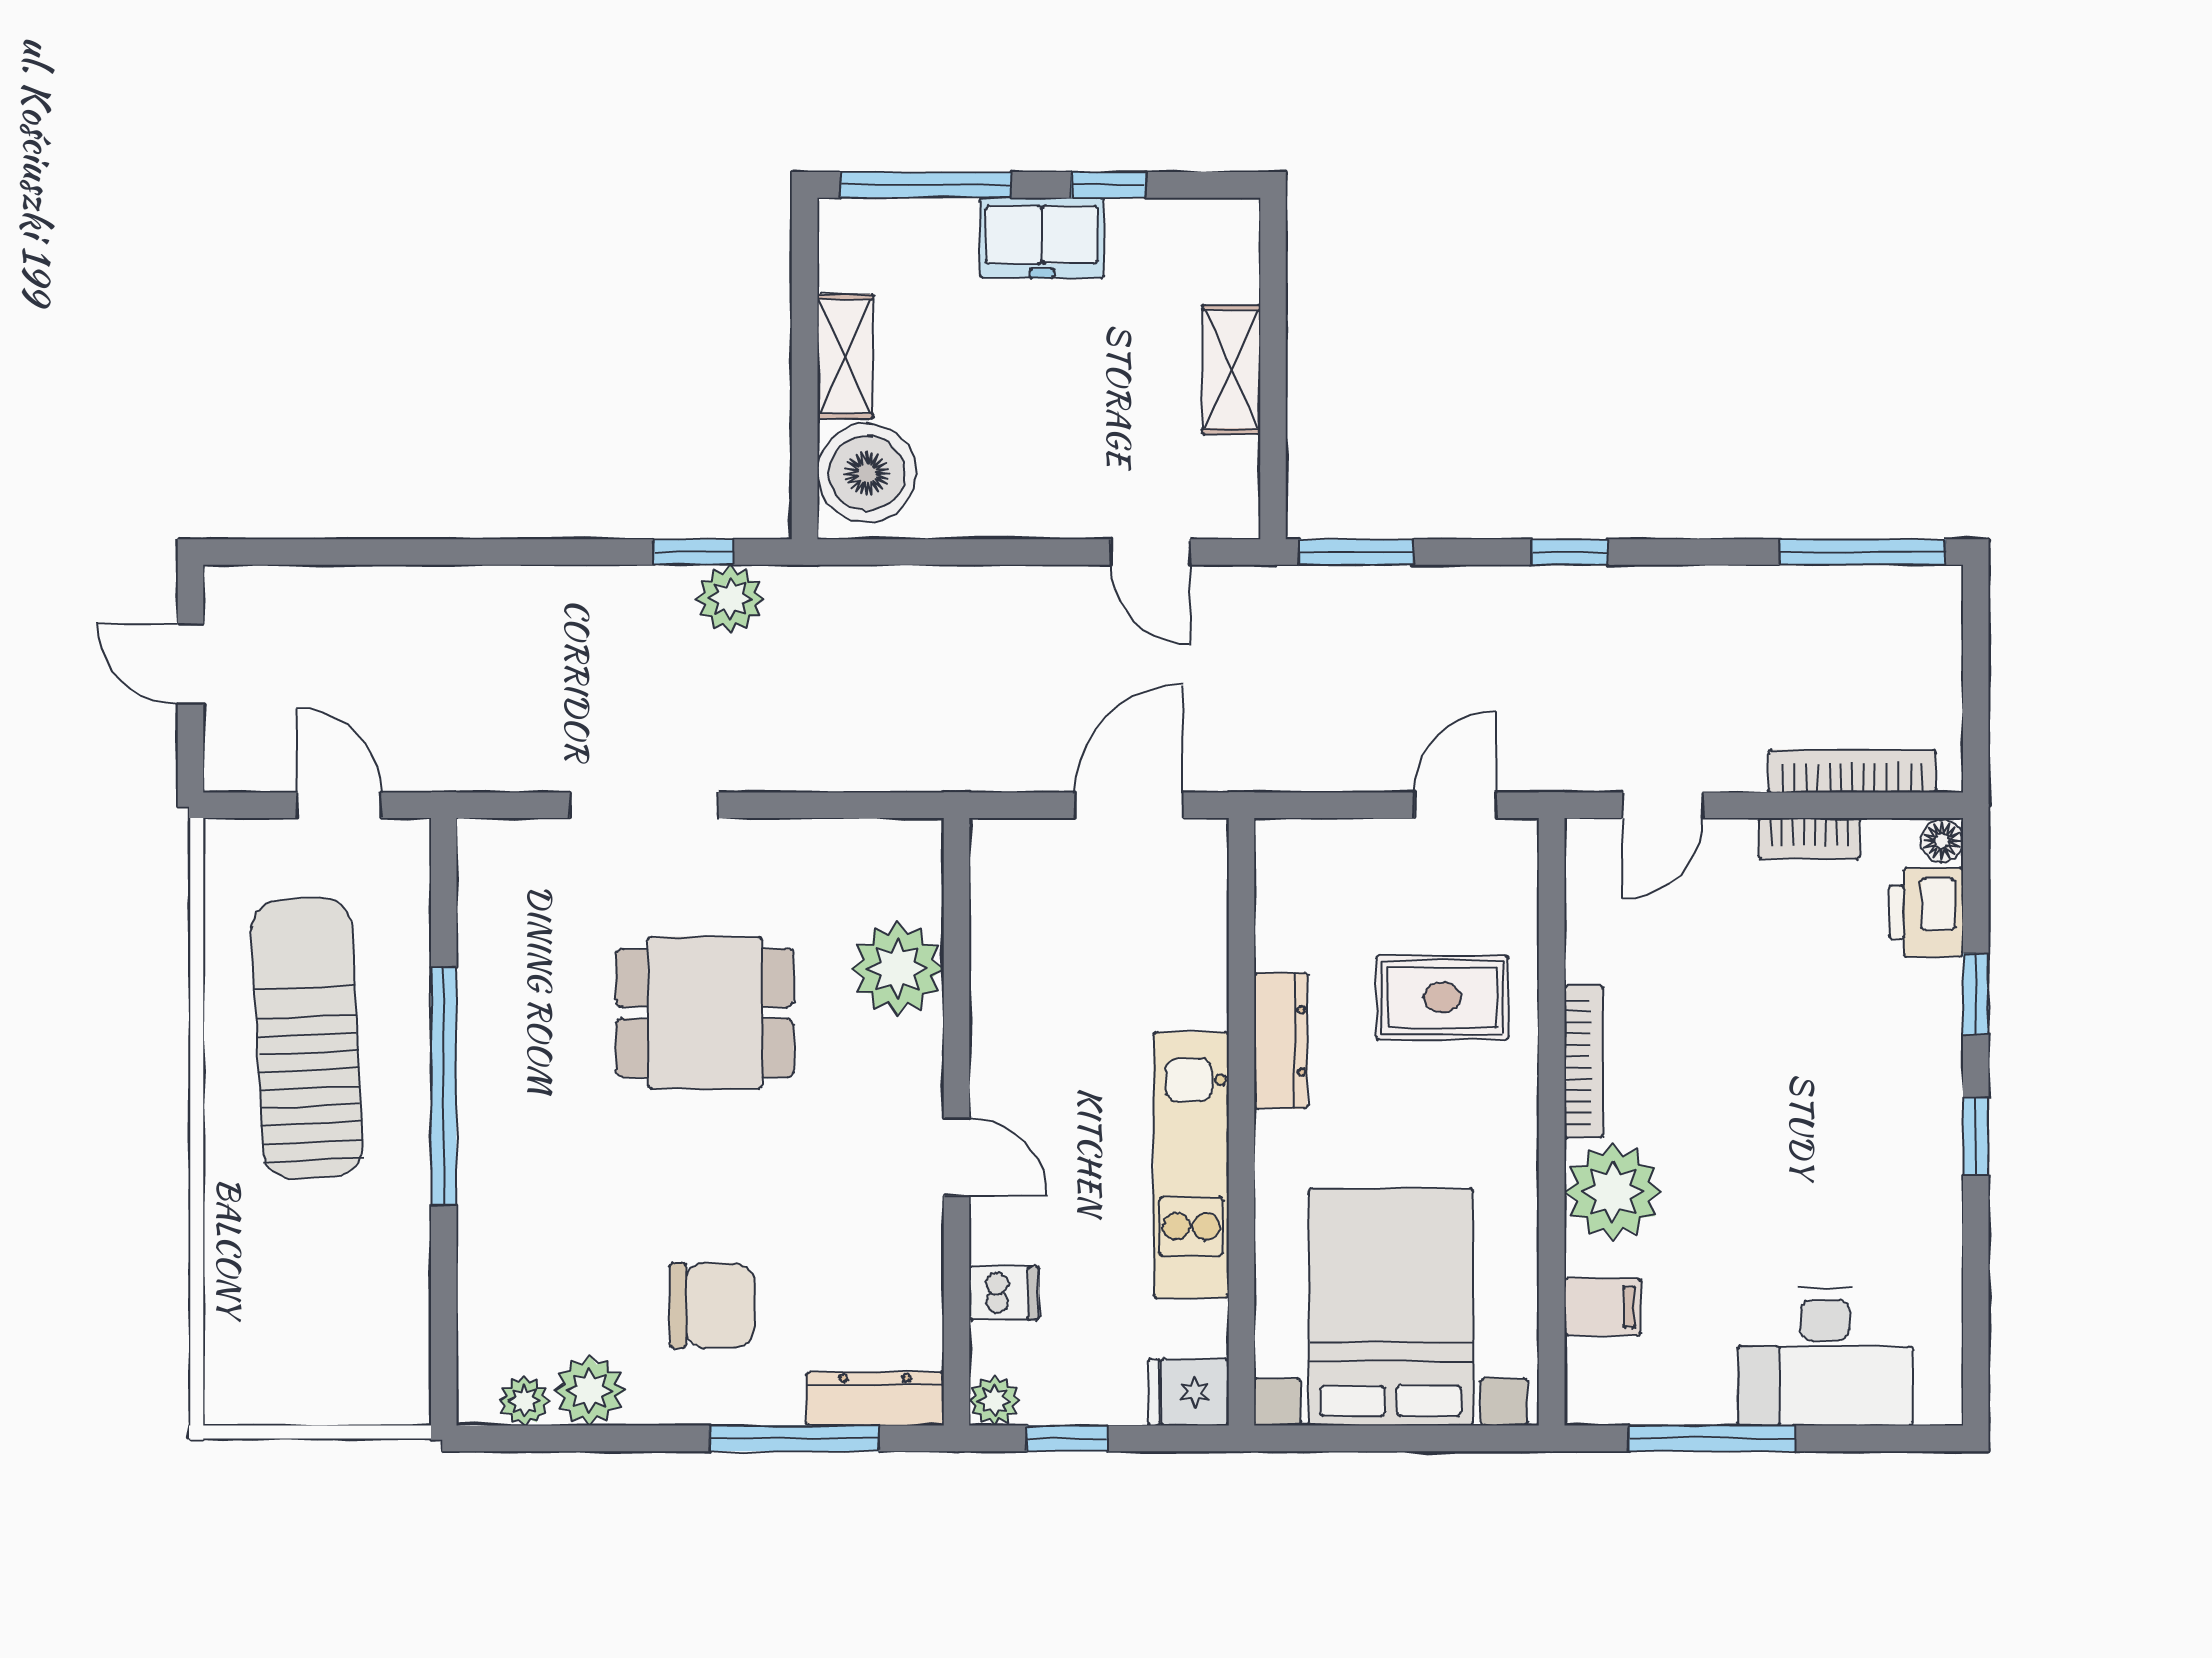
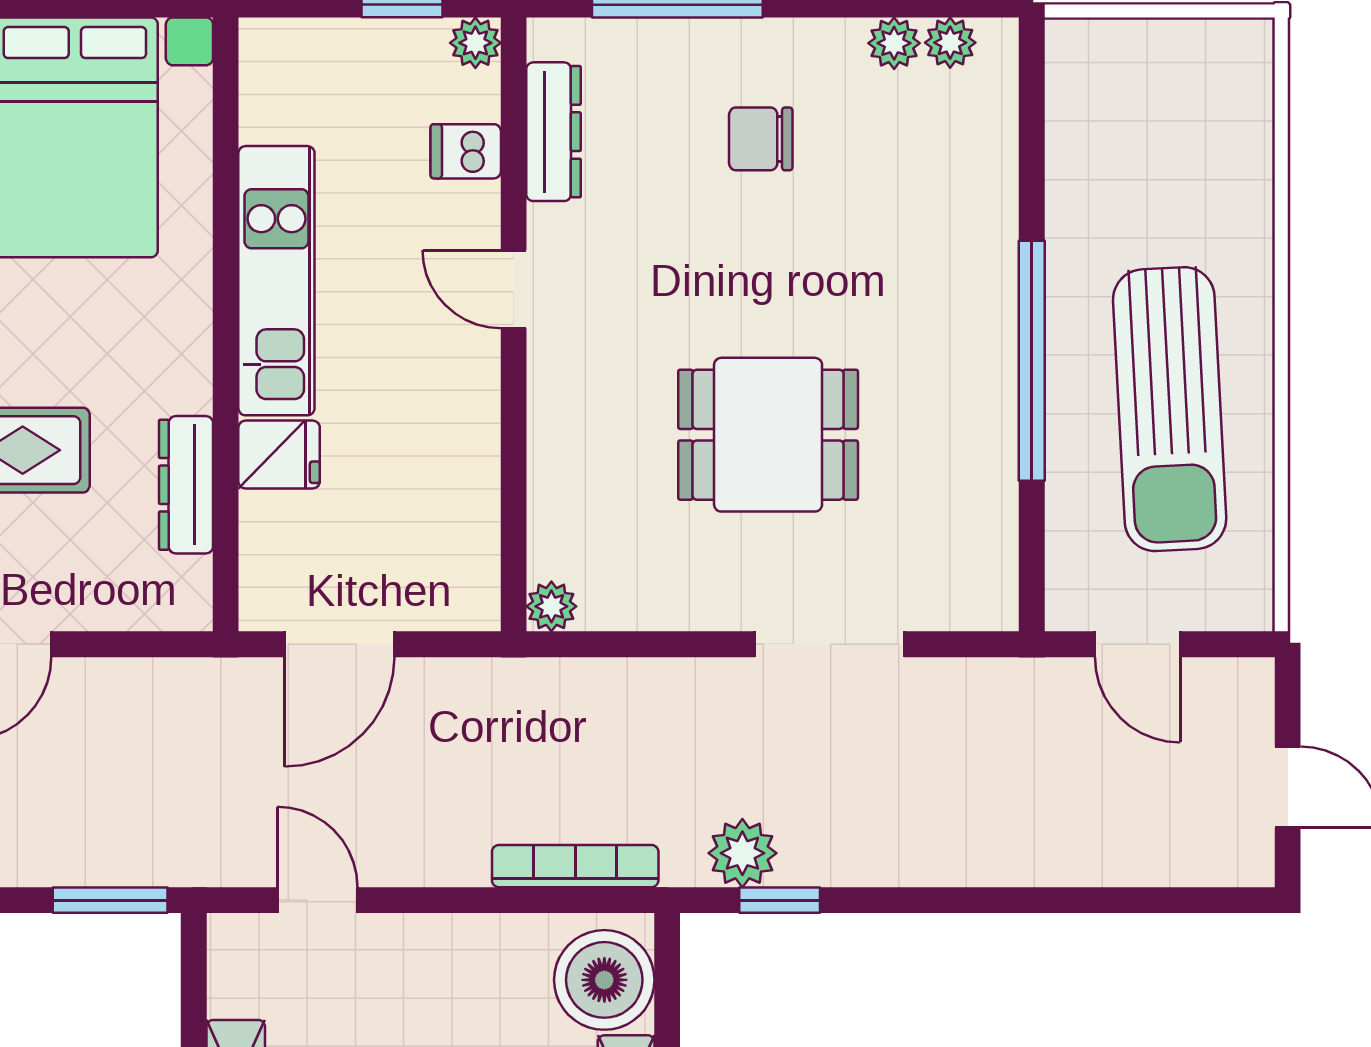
bookcase: (896, 586) -> (575, 866), added
plant: (897, 969) -> (551, 606), moved, width x0.53, depth x0.53
dresser: (1281, 1041) -> (186, 485), moved
chair: (712, 1305) -> (761, 139), width x0.73, depth x0.73
plant: (590, 1391) -> (894, 43), width x0.73, depth x0.73
fridge: (1189, 1392) -> (279, 455), moved
dresser: (875, 1399) -> (554, 132), moved, turned -90

